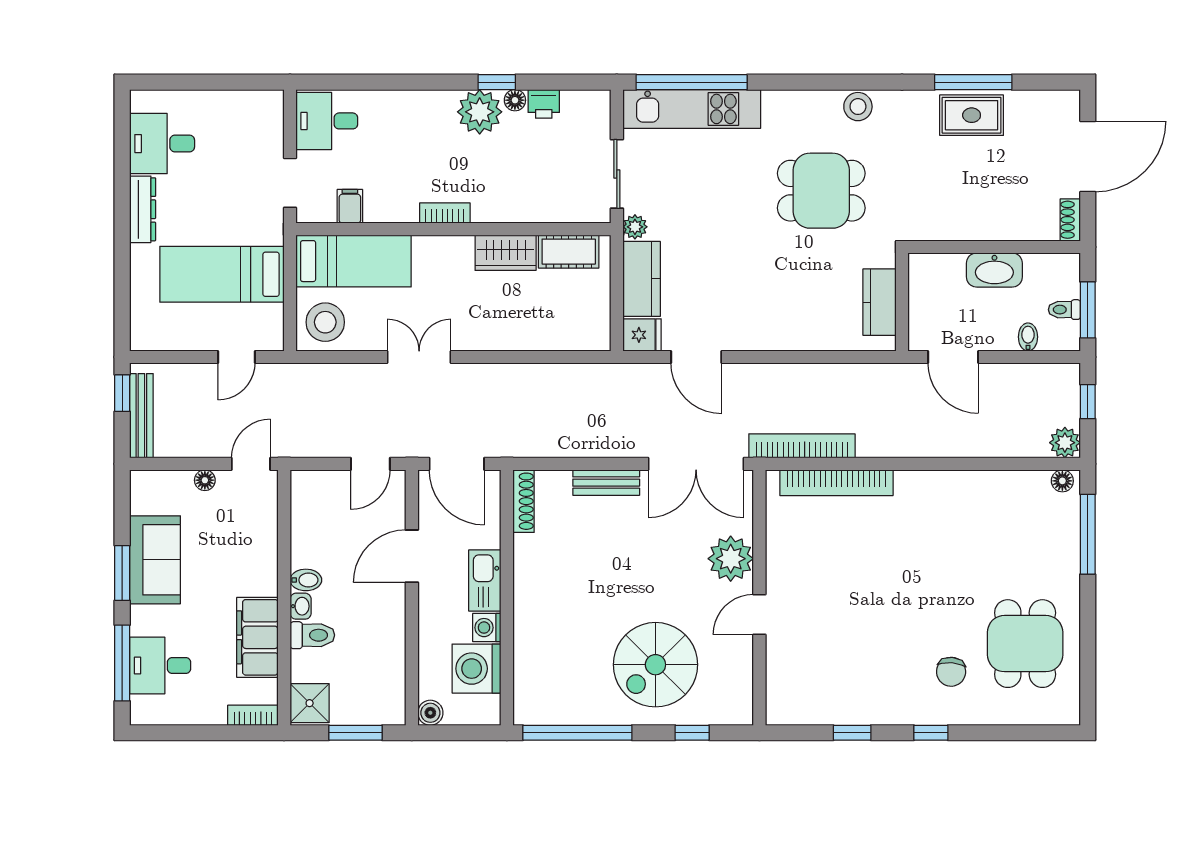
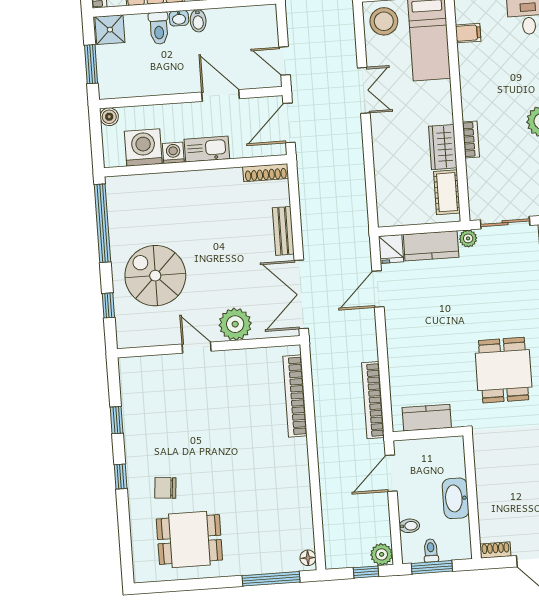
bookcase: (445, 213) -> (471, 139), moved
plant: (1065, 443) -> (382, 554), moved
bookcase: (802, 446) -> (373, 400), moved, turned 180

